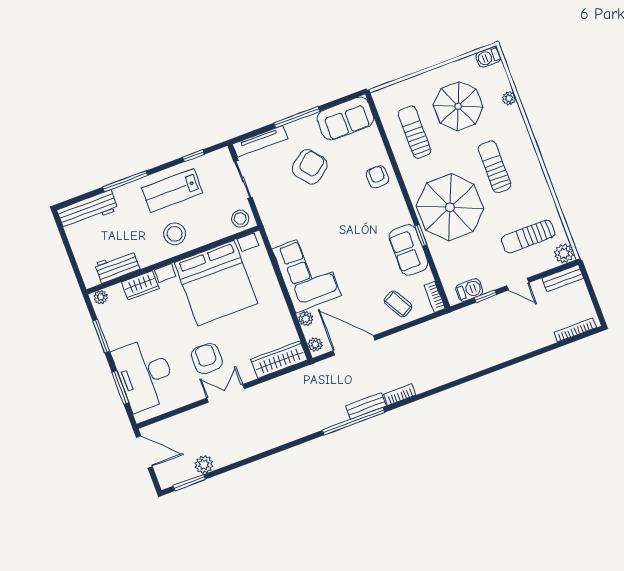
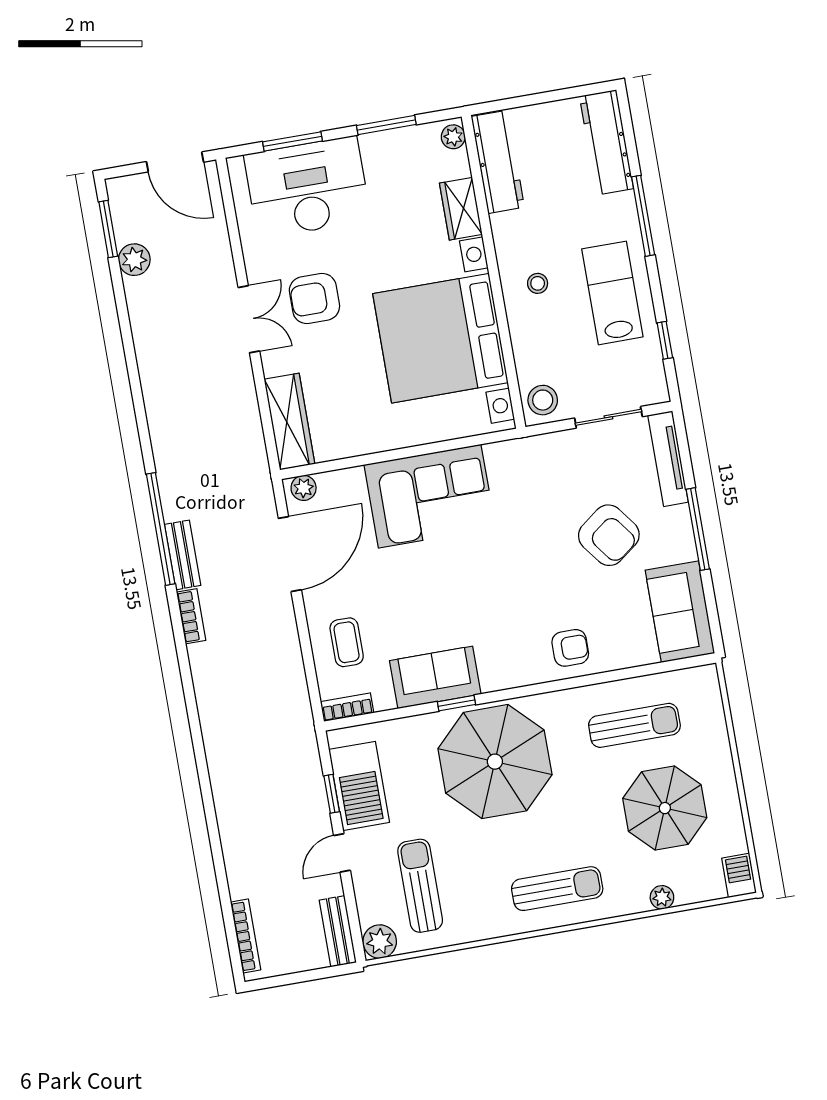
sun lounger: (494, 167) -> (557, 889), moved
stool: (175, 234) -> (538, 283), width x0.53, depth x0.53
workbench: (117, 266) -> (498, 162), width x1.38
barbecue: (469, 290) -> (359, 786), width x1.88, depth x1.53
coffee table: (398, 304) -> (347, 642), turned -61
plant: (306, 319) -> (351, 480), removed
armchair: (207, 358) -> (314, 298), turned 180
door: (144, 452) -> (175, 162), hinge flipped

